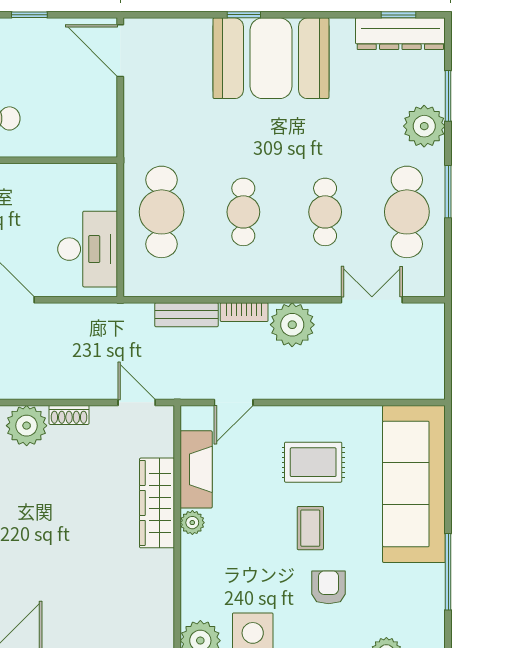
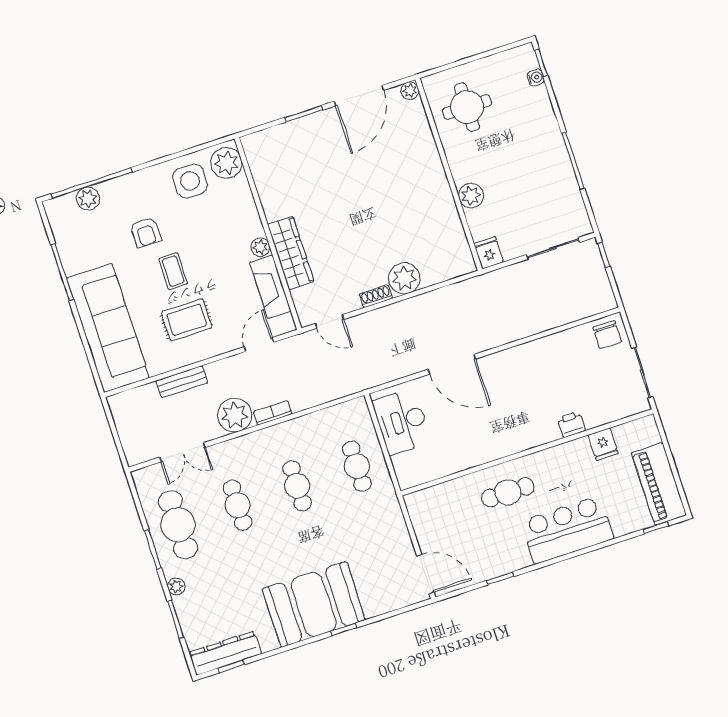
plant: (424, 126) -> (176, 587), width x0.53, depth x0.53
cafe table: (162, 212) -> (357, 466), width x0.73, depth x0.74
bench: (186, 315) -> (182, 382), moved

